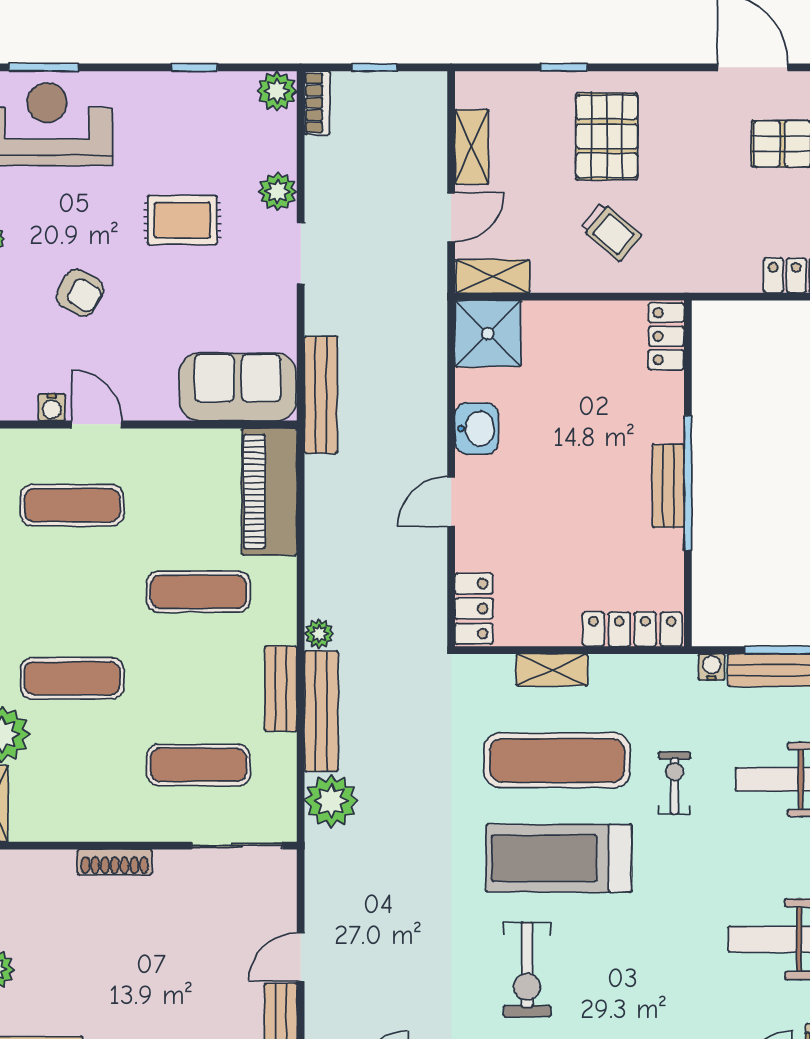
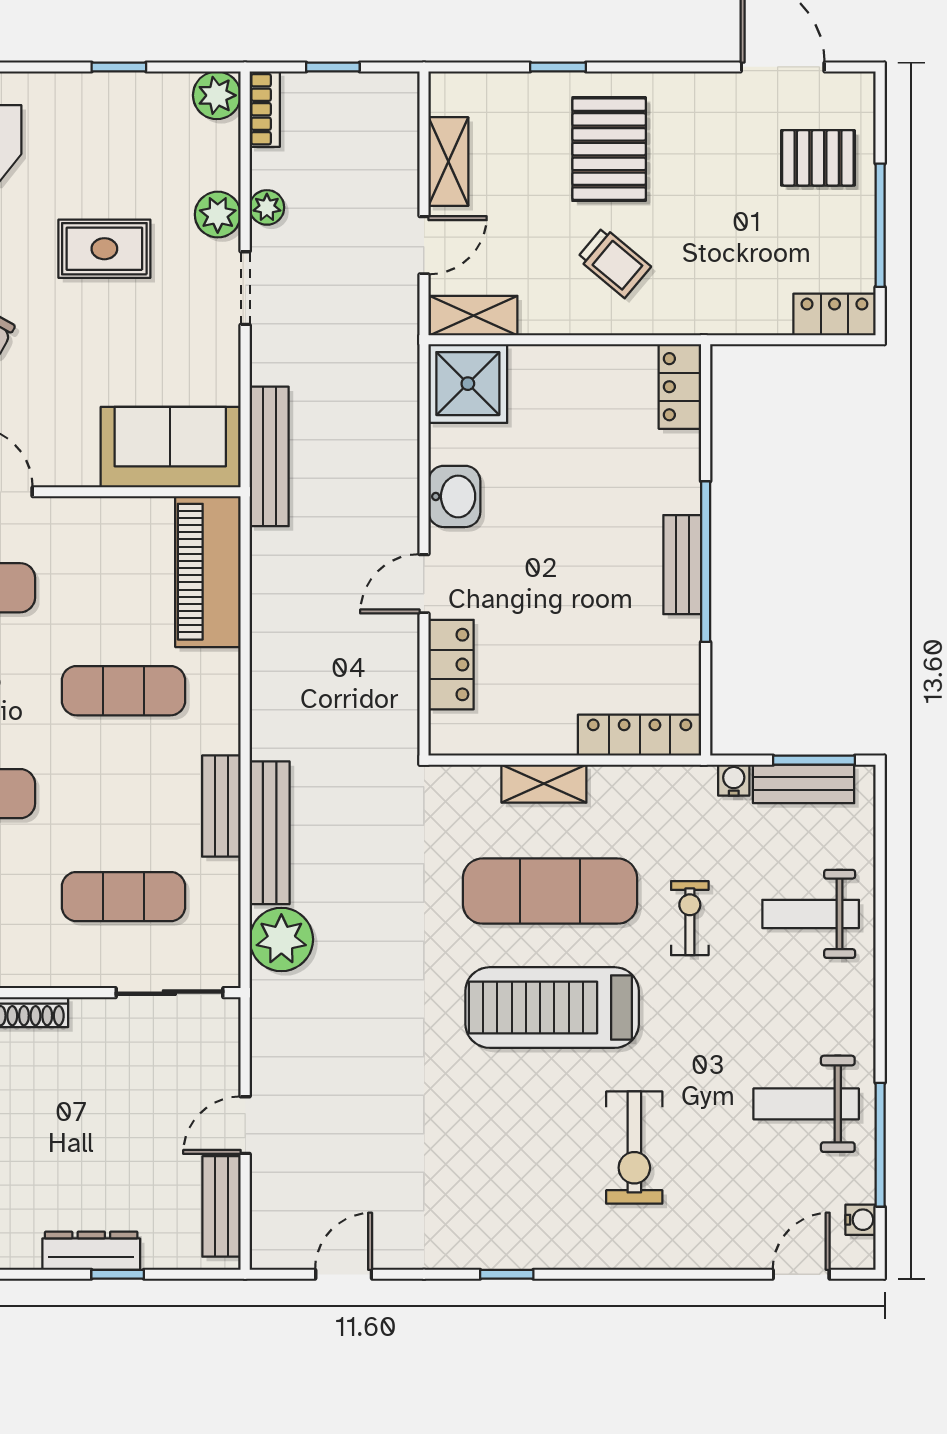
locker: (474, 609) -> (451, 665), moved
plant: (319, 634) -> (267, 207), moved
exercise bike: (527, 970) -> (634, 1148), moved

